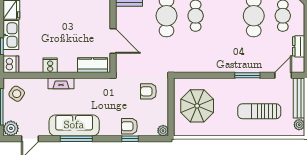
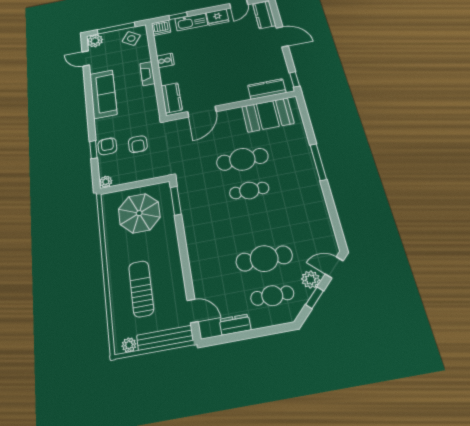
window: (247, 75) -> (176, 201), moved
armchair: (148, 91) -> (138, 144), moved, turned 180
window: (76, 139) -> (89, 99), removed

